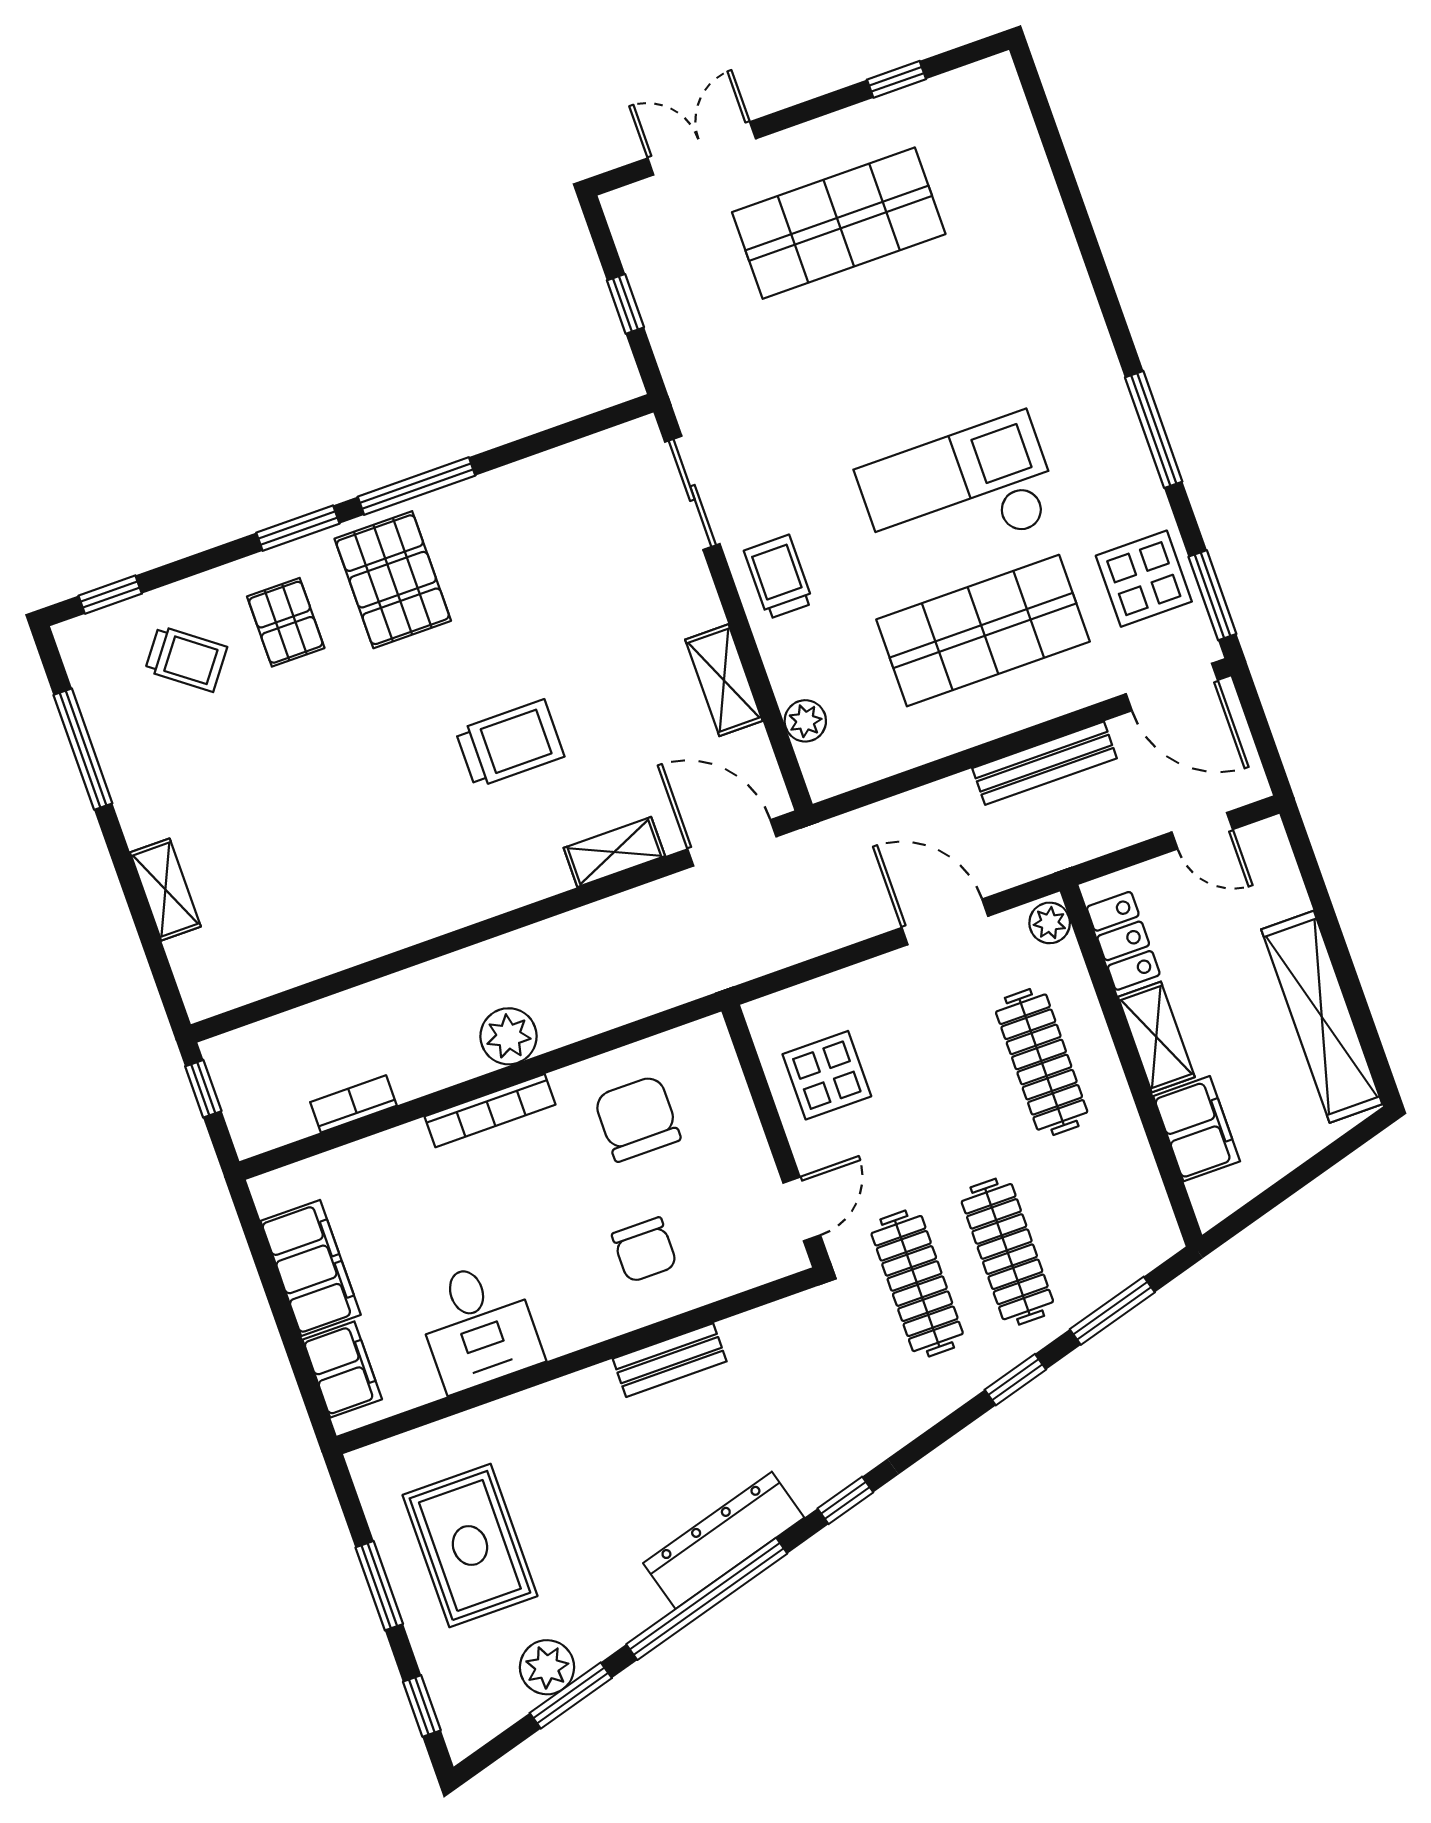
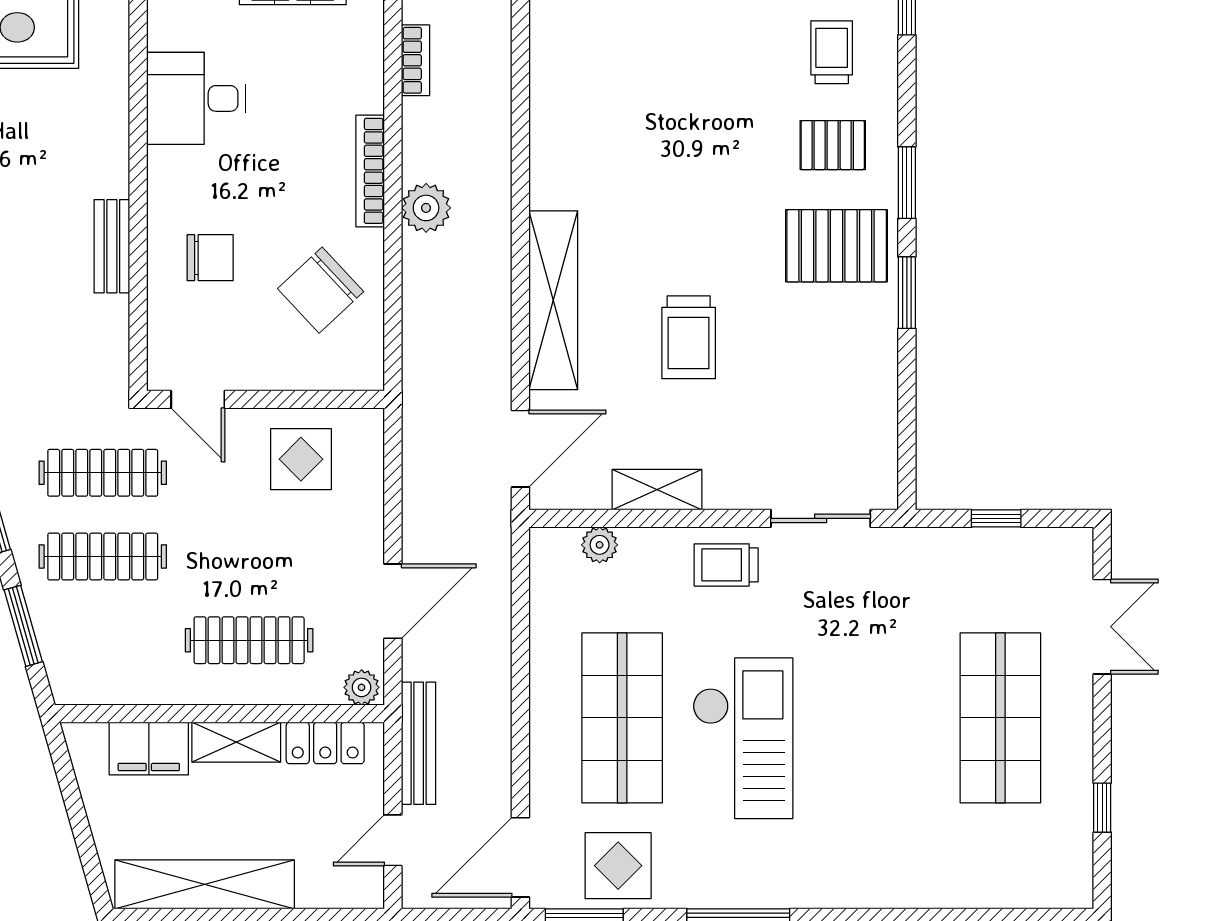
window: (416, 486) -> (907, 293), width x0.69
trolley: (779, 577) -> (726, 565), turned 180
trolley: (186, 659) -> (832, 52), turned 143
trolley: (510, 744) -> (689, 337), moved
bench: (1045, 763) -> (419, 743), moved
shelving: (614, 852) -> (553, 300), width x2.20, depth x1.33
chair: (637, 1118) -> (321, 290), turned 137
chair: (645, 1250) -> (210, 258), turned 180

